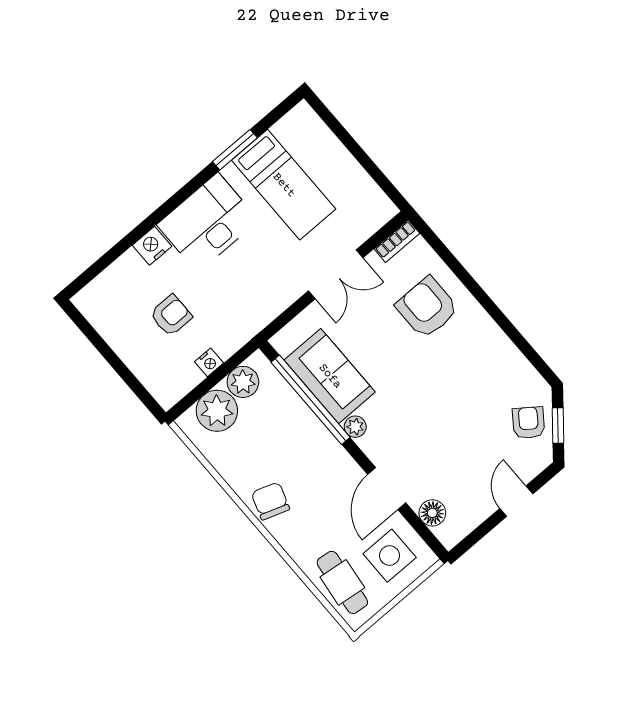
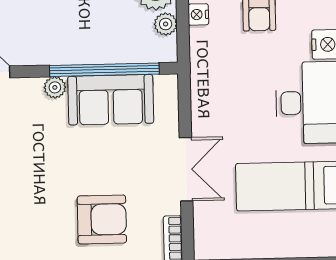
double door: (336, 274) -> (186, 169), swing flipped
plant: (243, 382) -> (166, 24), width x0.73, depth x0.73

